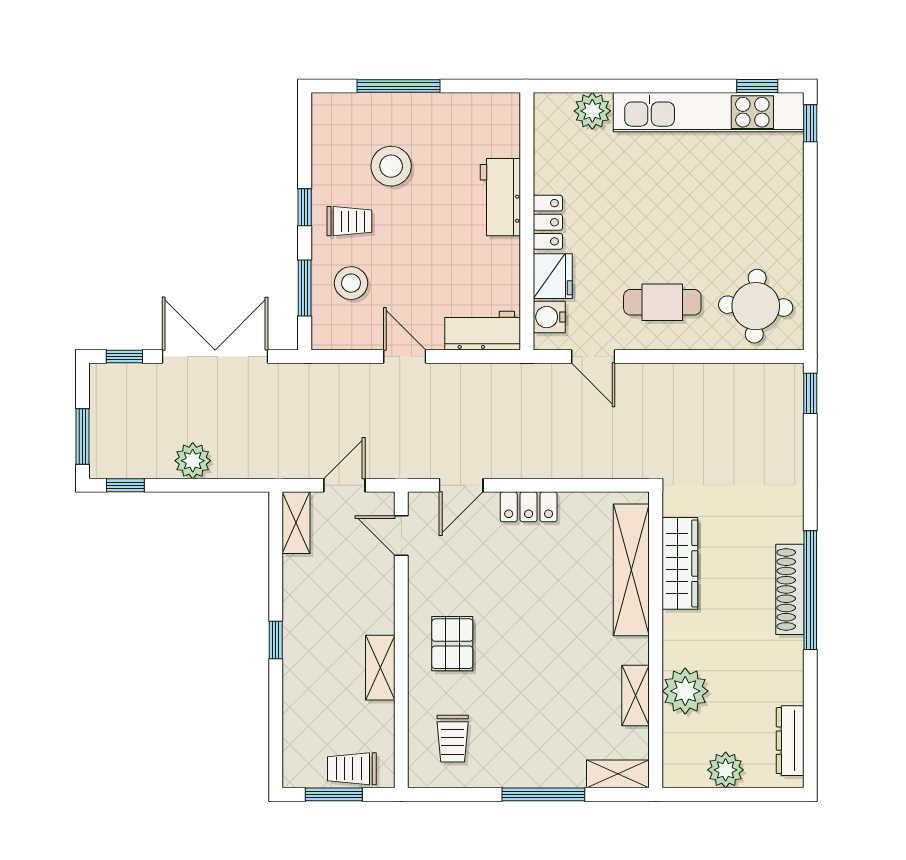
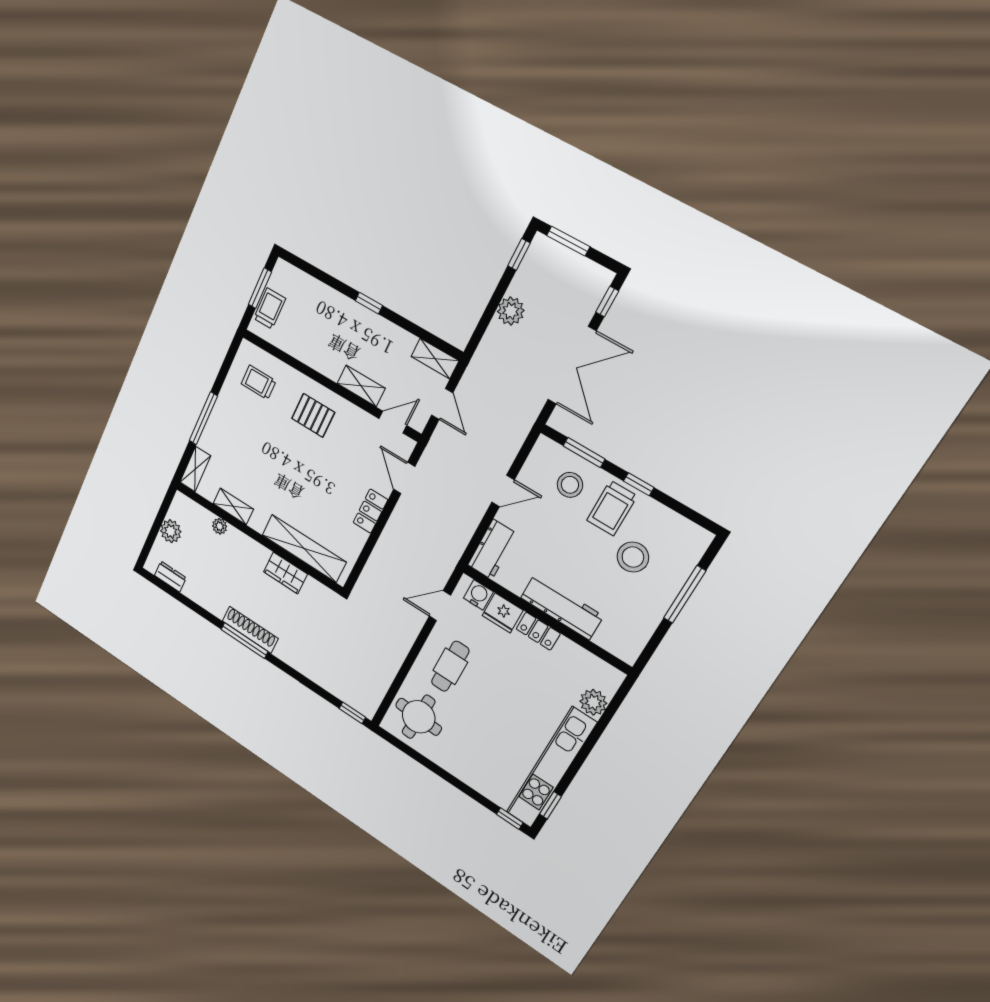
workbench: (500, 197) -> (562, 607), width x1.38
trolley: (349, 221) -> (612, 508), width x1.36, depth x1.39
wardrobe: (680, 563) -> (285, 573), width x0.67
window: (810, 590) -> (244, 640), width x0.68
shelving: (380, 668) -> (361, 386), moved
plant: (685, 691) -> (220, 526), width x0.53, depth x0.53
dresser: (790, 741) -> (170, 577), width x0.70

